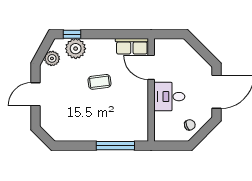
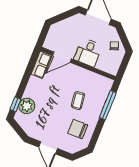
plant: (52, 58) -> (27, 126), removed
coffee table: (100, 82) -> (78, 101), moved
chair: (72, 121) -> (78, 129), added

